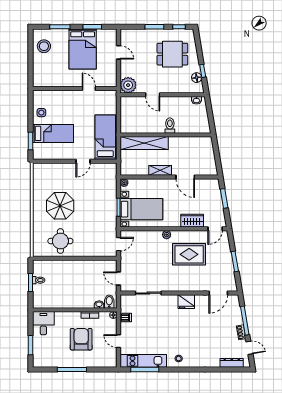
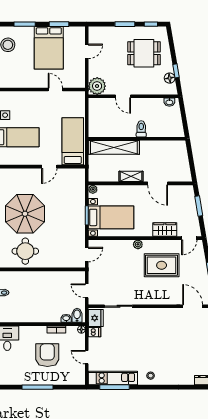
door: (118, 52) -> (87, 51), hinge flipped
parasol: (60, 206) -> (25, 214), width x1.36, depth x1.36
door: (218, 293) -> (193, 306), swing flipped
fridge: (186, 302) -> (96, 318), moved, turned -90

